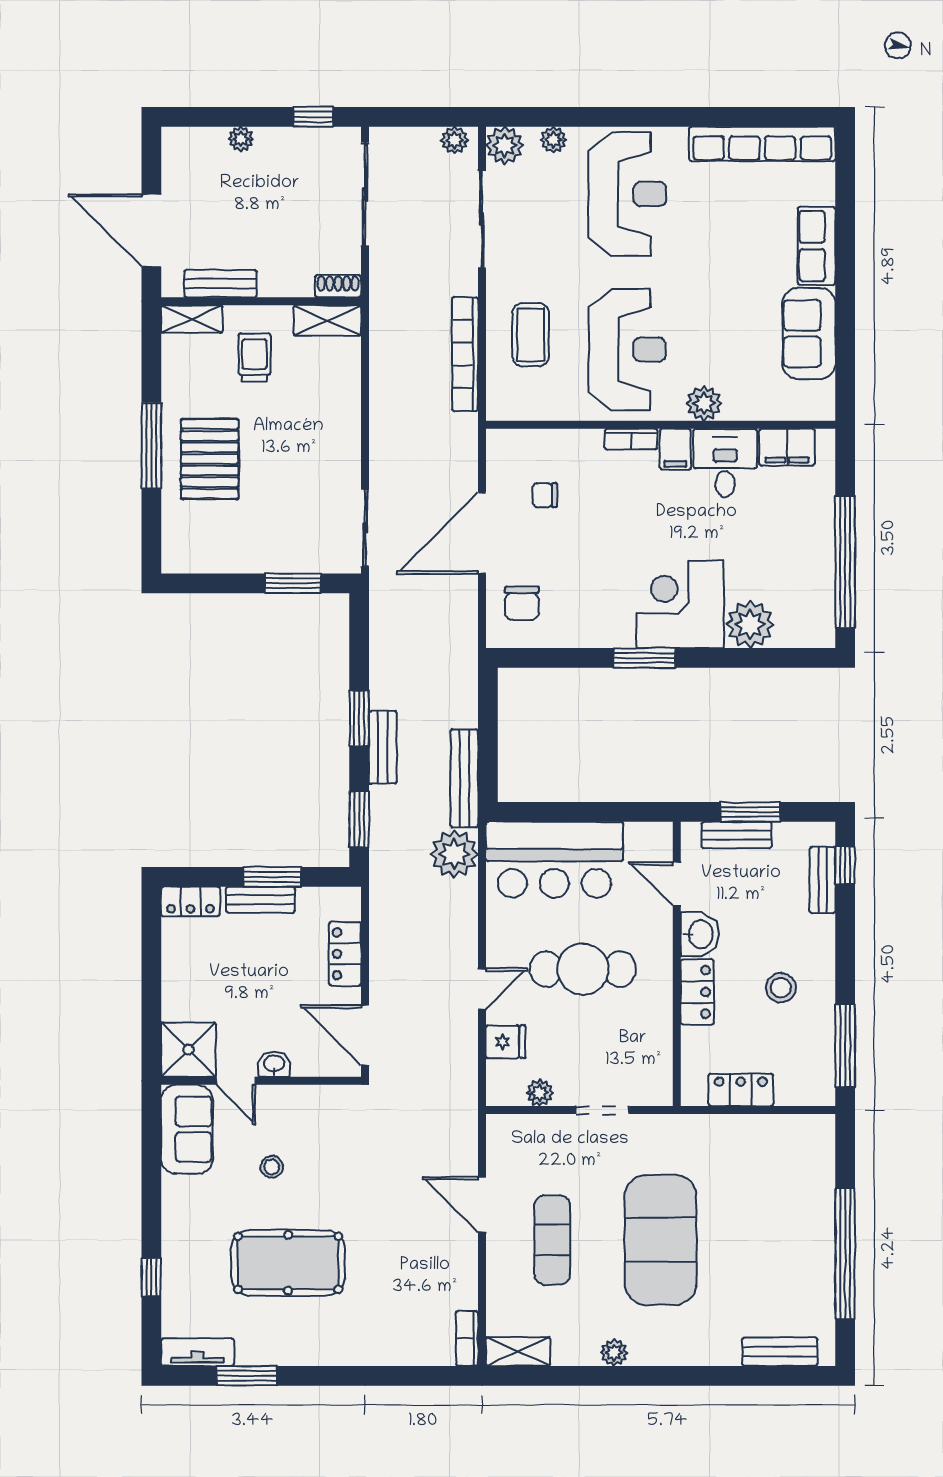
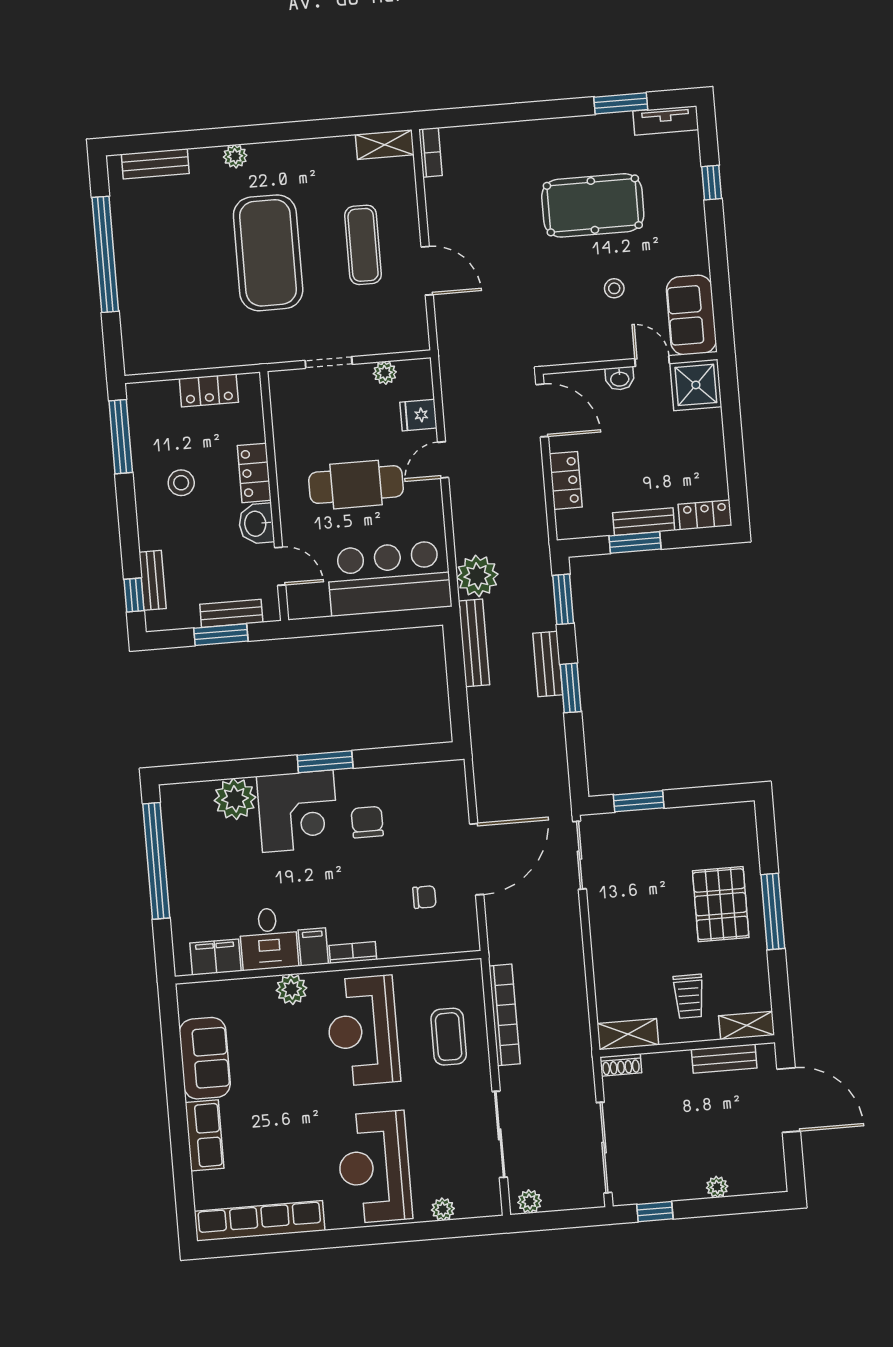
plant: (505, 145) -> (485, 1201), removed
chair: (522, 603) -> (367, 822), moved
plant: (614, 1353) -> (235, 156), moved

